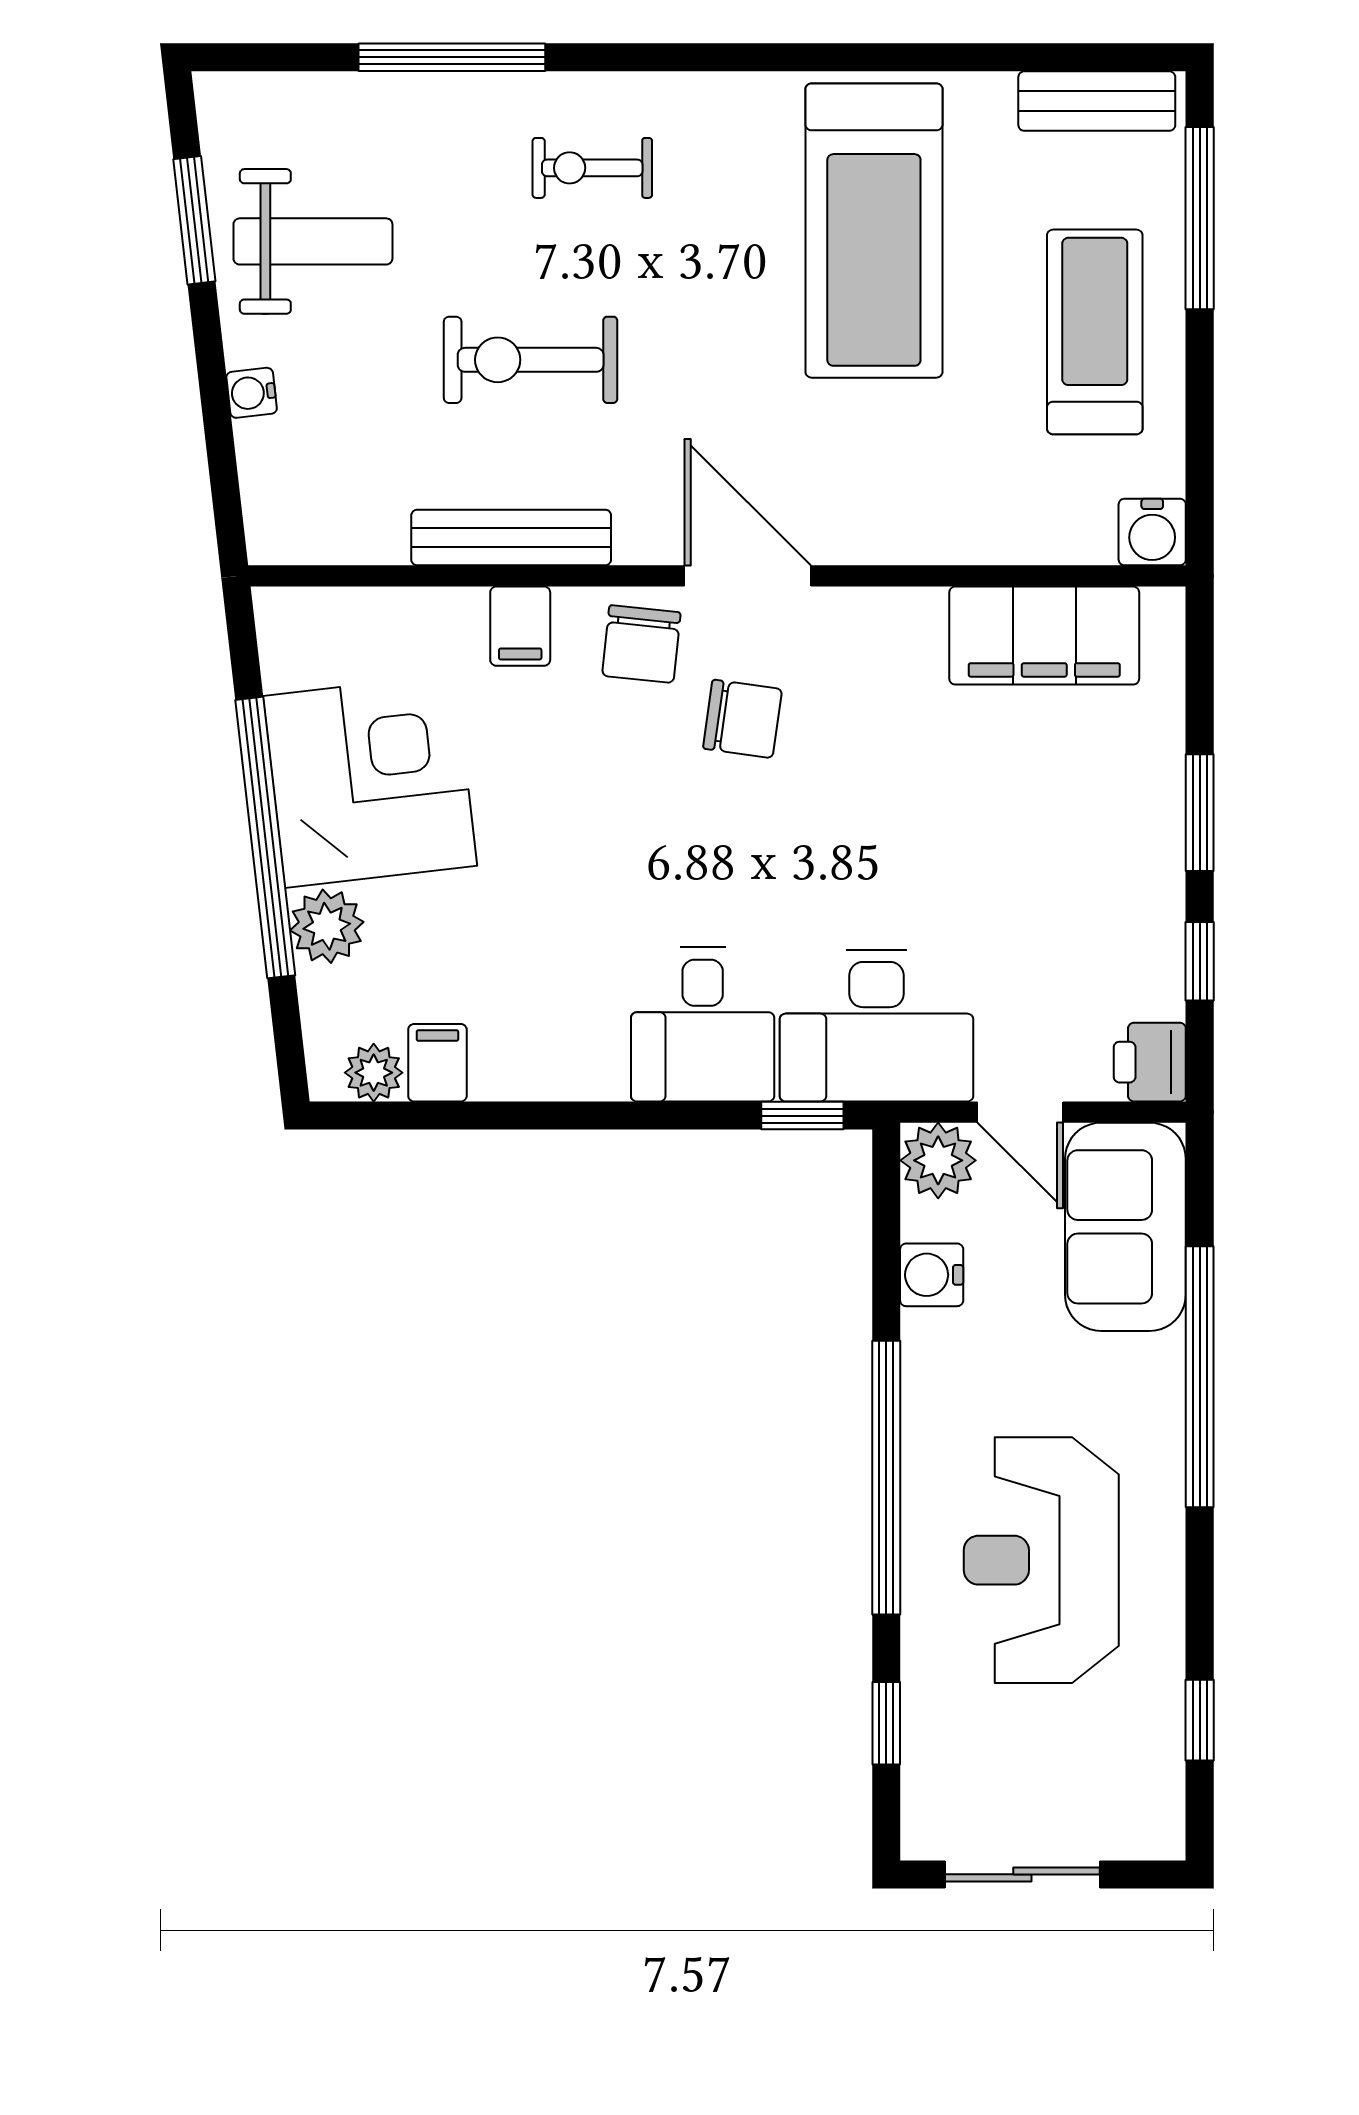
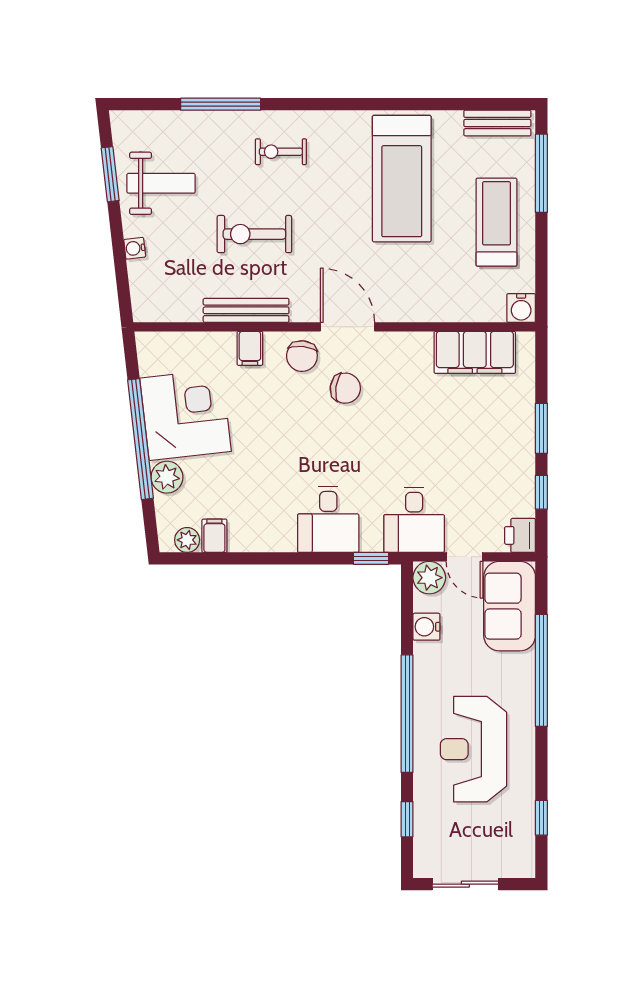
desk: (876, 1026) -> (414, 520), width x0.73

